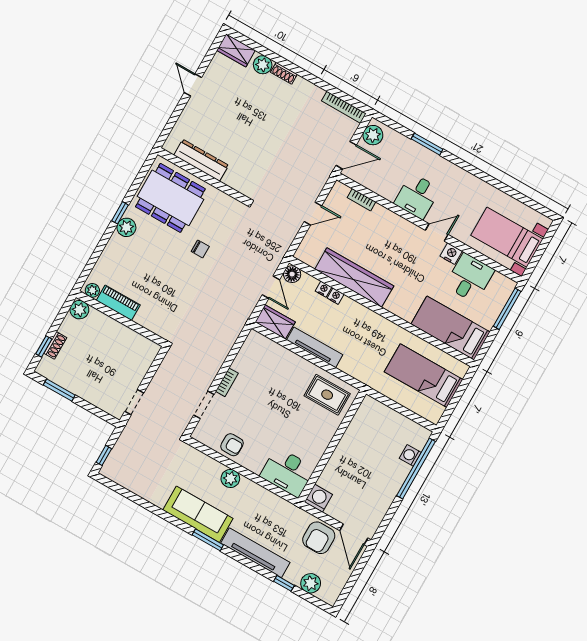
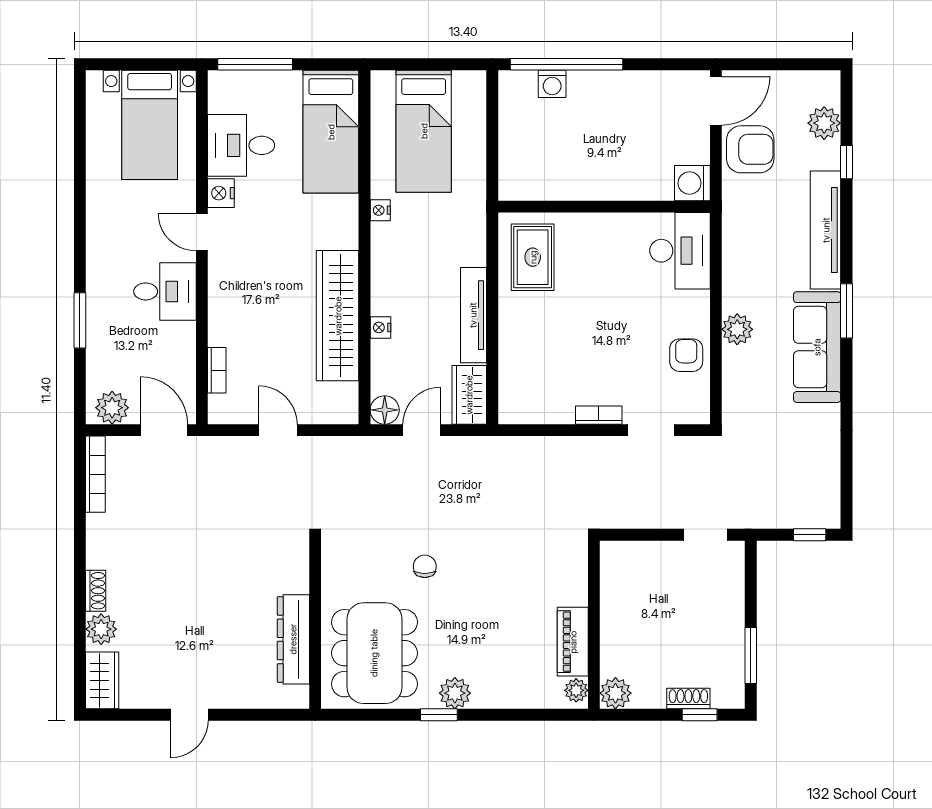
nightstand: (323, 289) -> (380, 210), moved

